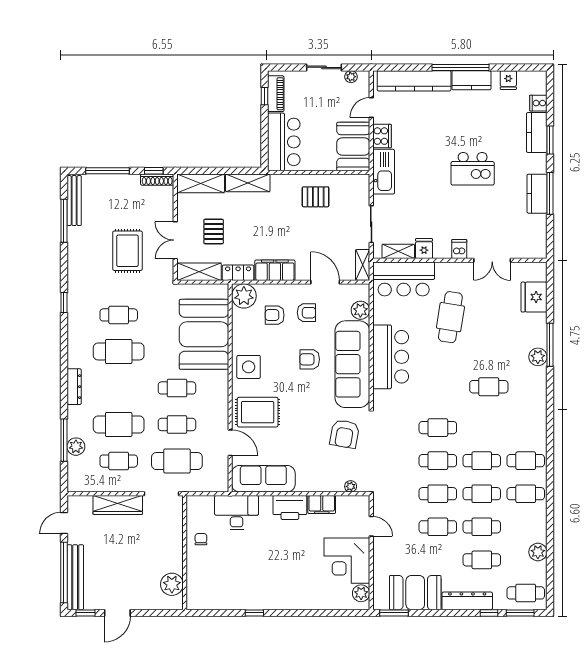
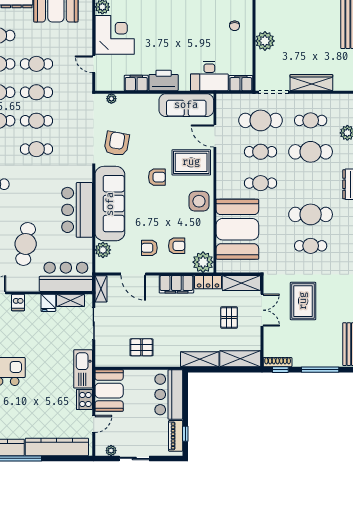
armchair: (310, 359) -> (157, 177), moved
filing cabinet: (200, 504) -> (241, 83), added
chair: (201, 539) -> (235, 26), moved
plant: (172, 584) -> (265, 41), moved

